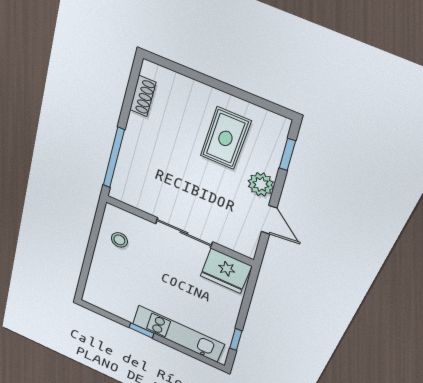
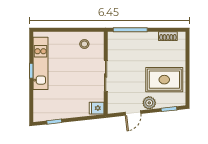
rug: (225, 138) -> (164, 80), width x1.36, depth x1.43
fridge: (226, 271) -> (97, 108), width x0.53, depth x0.75
kitchen unit: (178, 334) -> (40, 63), moved

